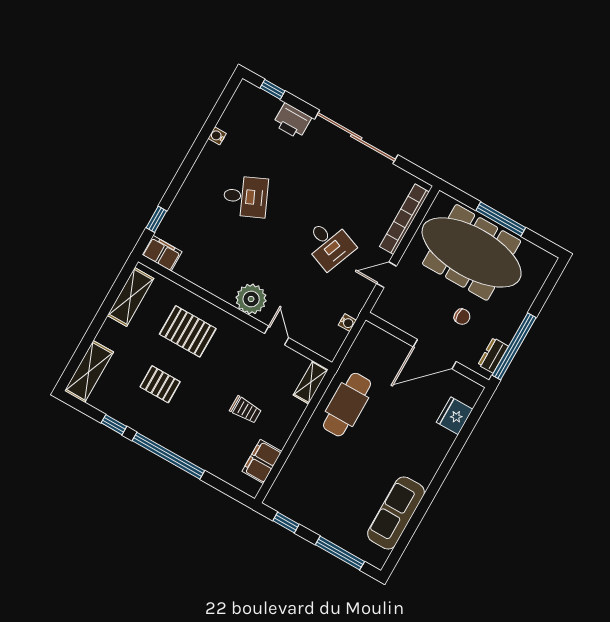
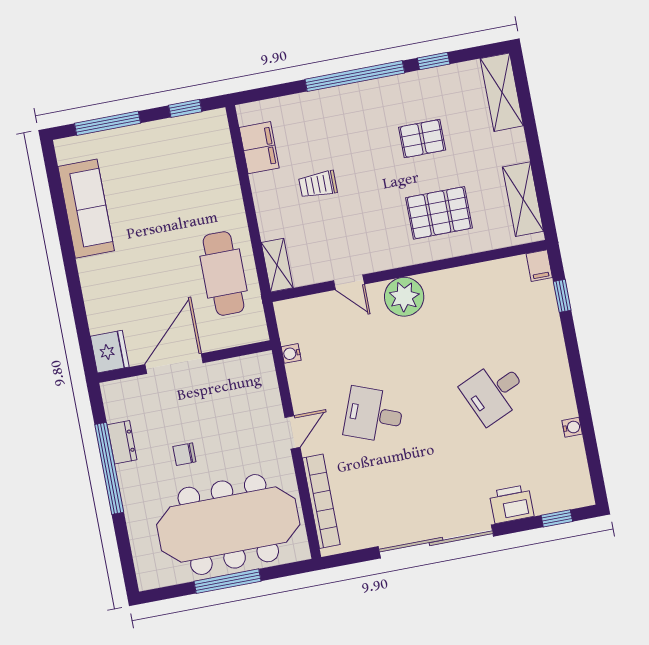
filing cabinet: (162, 253) -> (539, 266), width x0.50
wall: (427, 350) -> (184, 362), moved
door: (435, 354) -> (174, 364), moved

